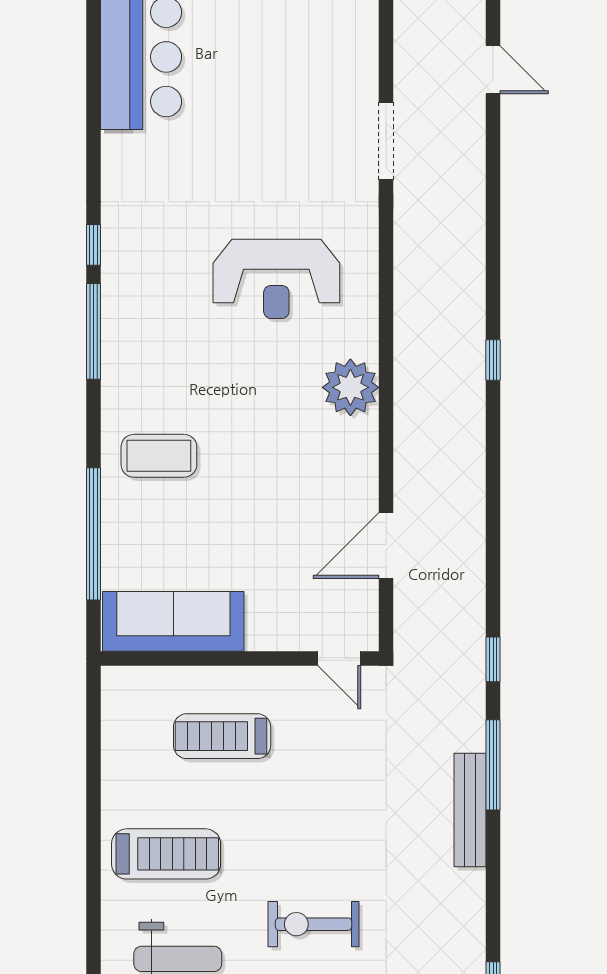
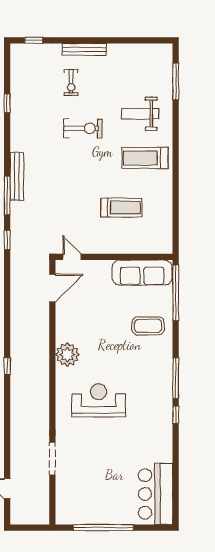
sofa: (173, 621) -> (142, 273), moved
wall: (240, 658) -> (114, 257), moved
door: (339, 658) -> (72, 257), moved

